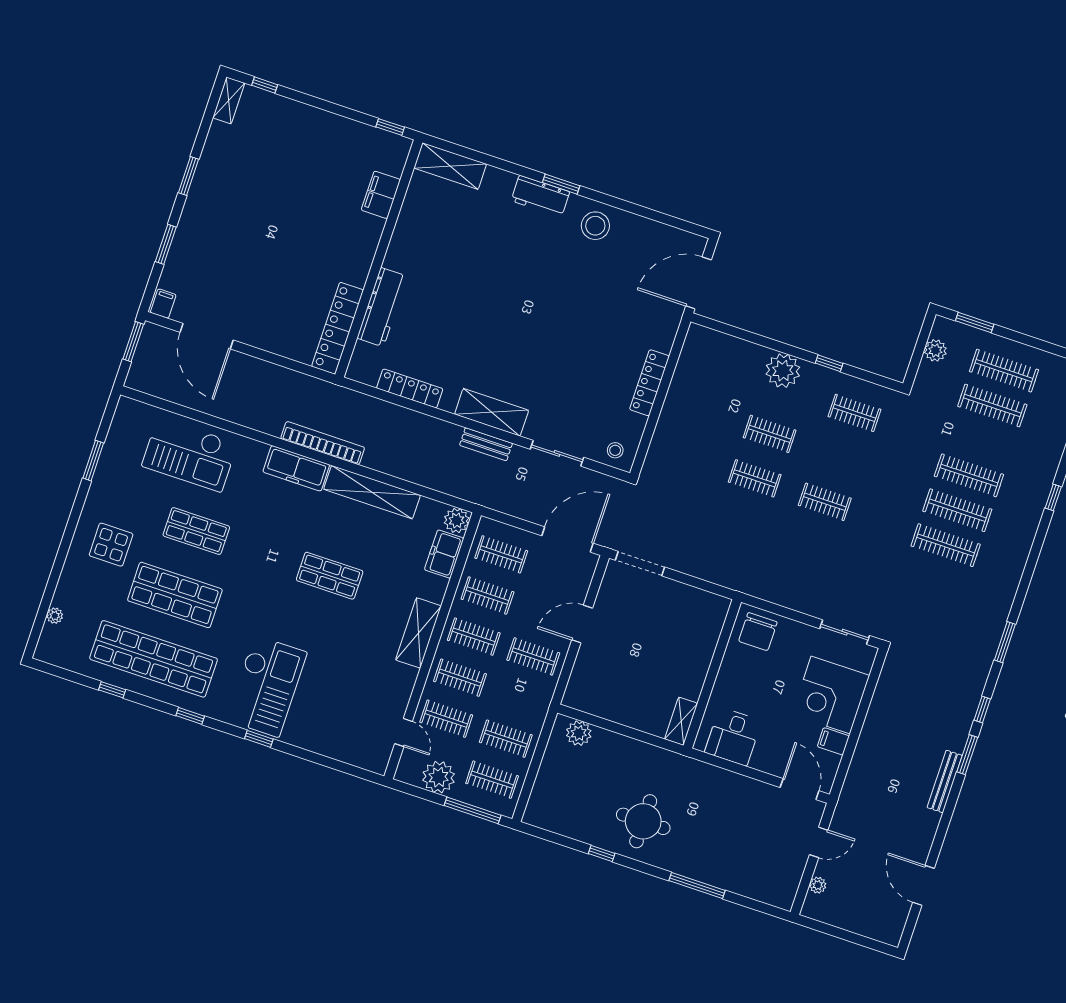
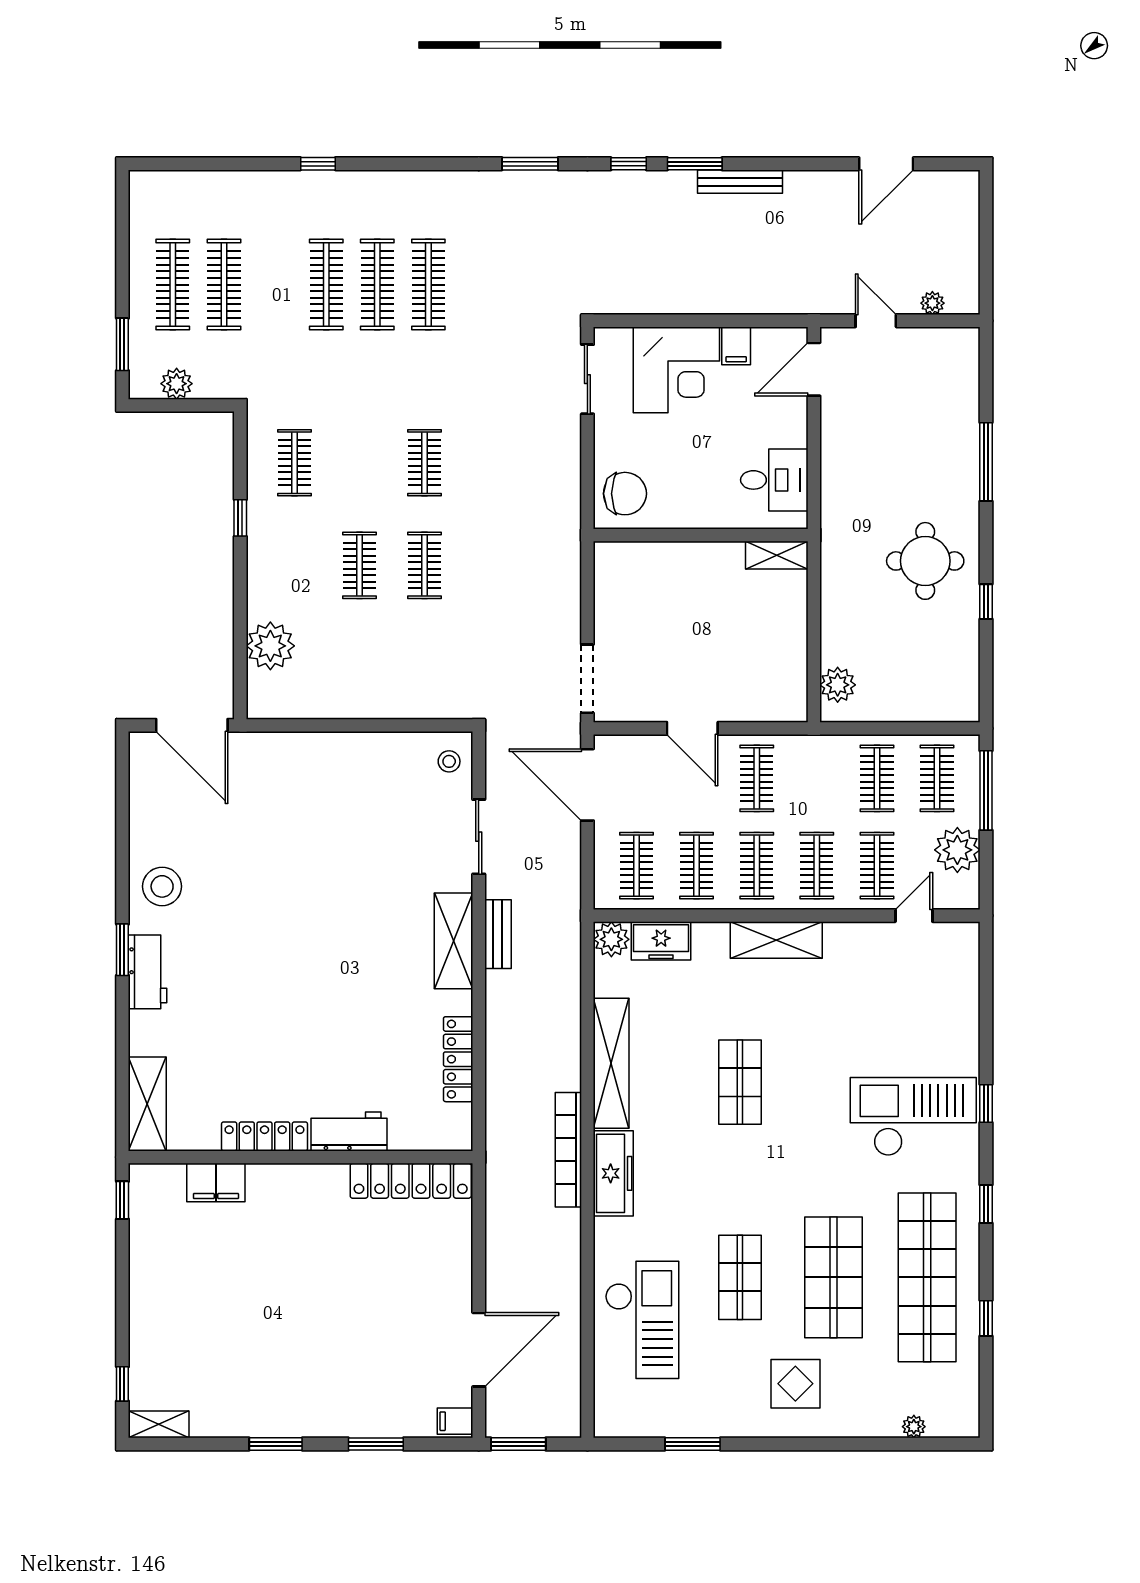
workbench: (382, 307) -> (349, 1132), width x0.73
plant: (783, 371) -> (270, 646), moved
locker: (649, 383) -> (264, 1136), moved, turned 180

